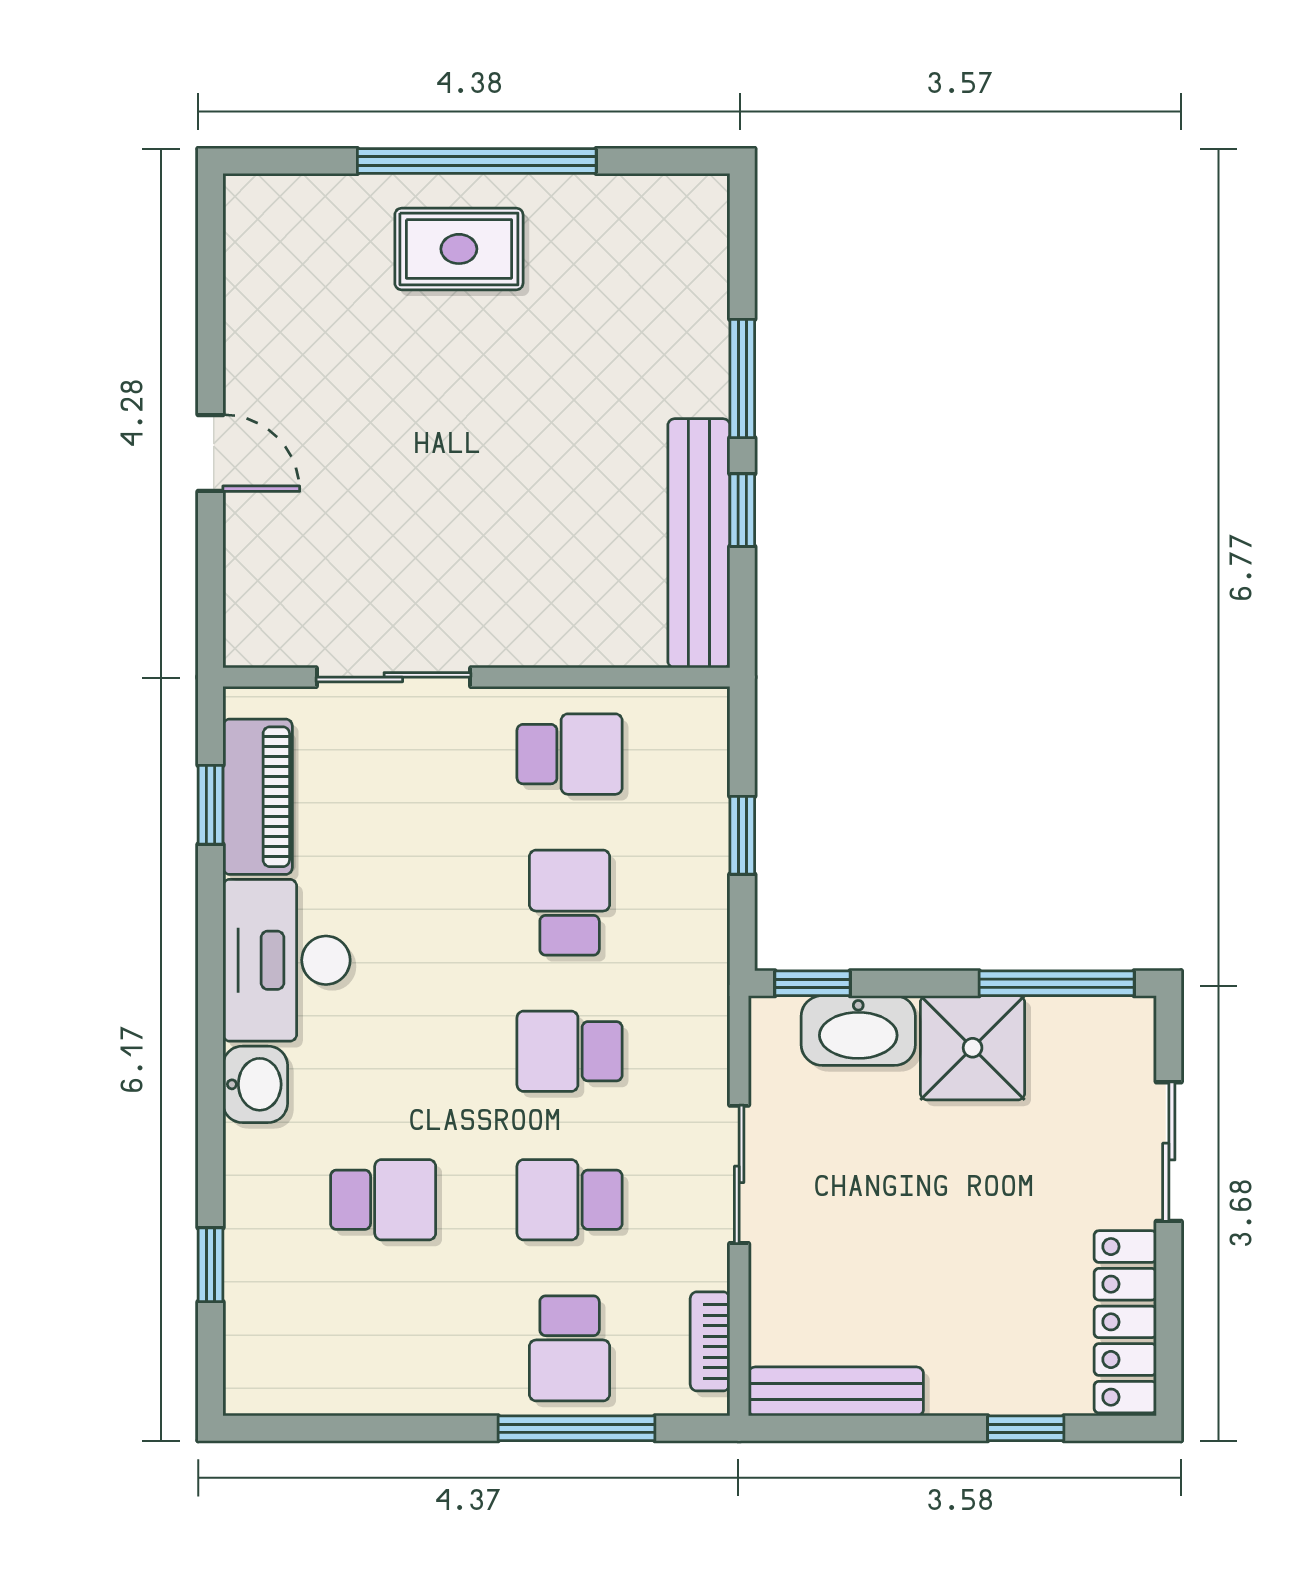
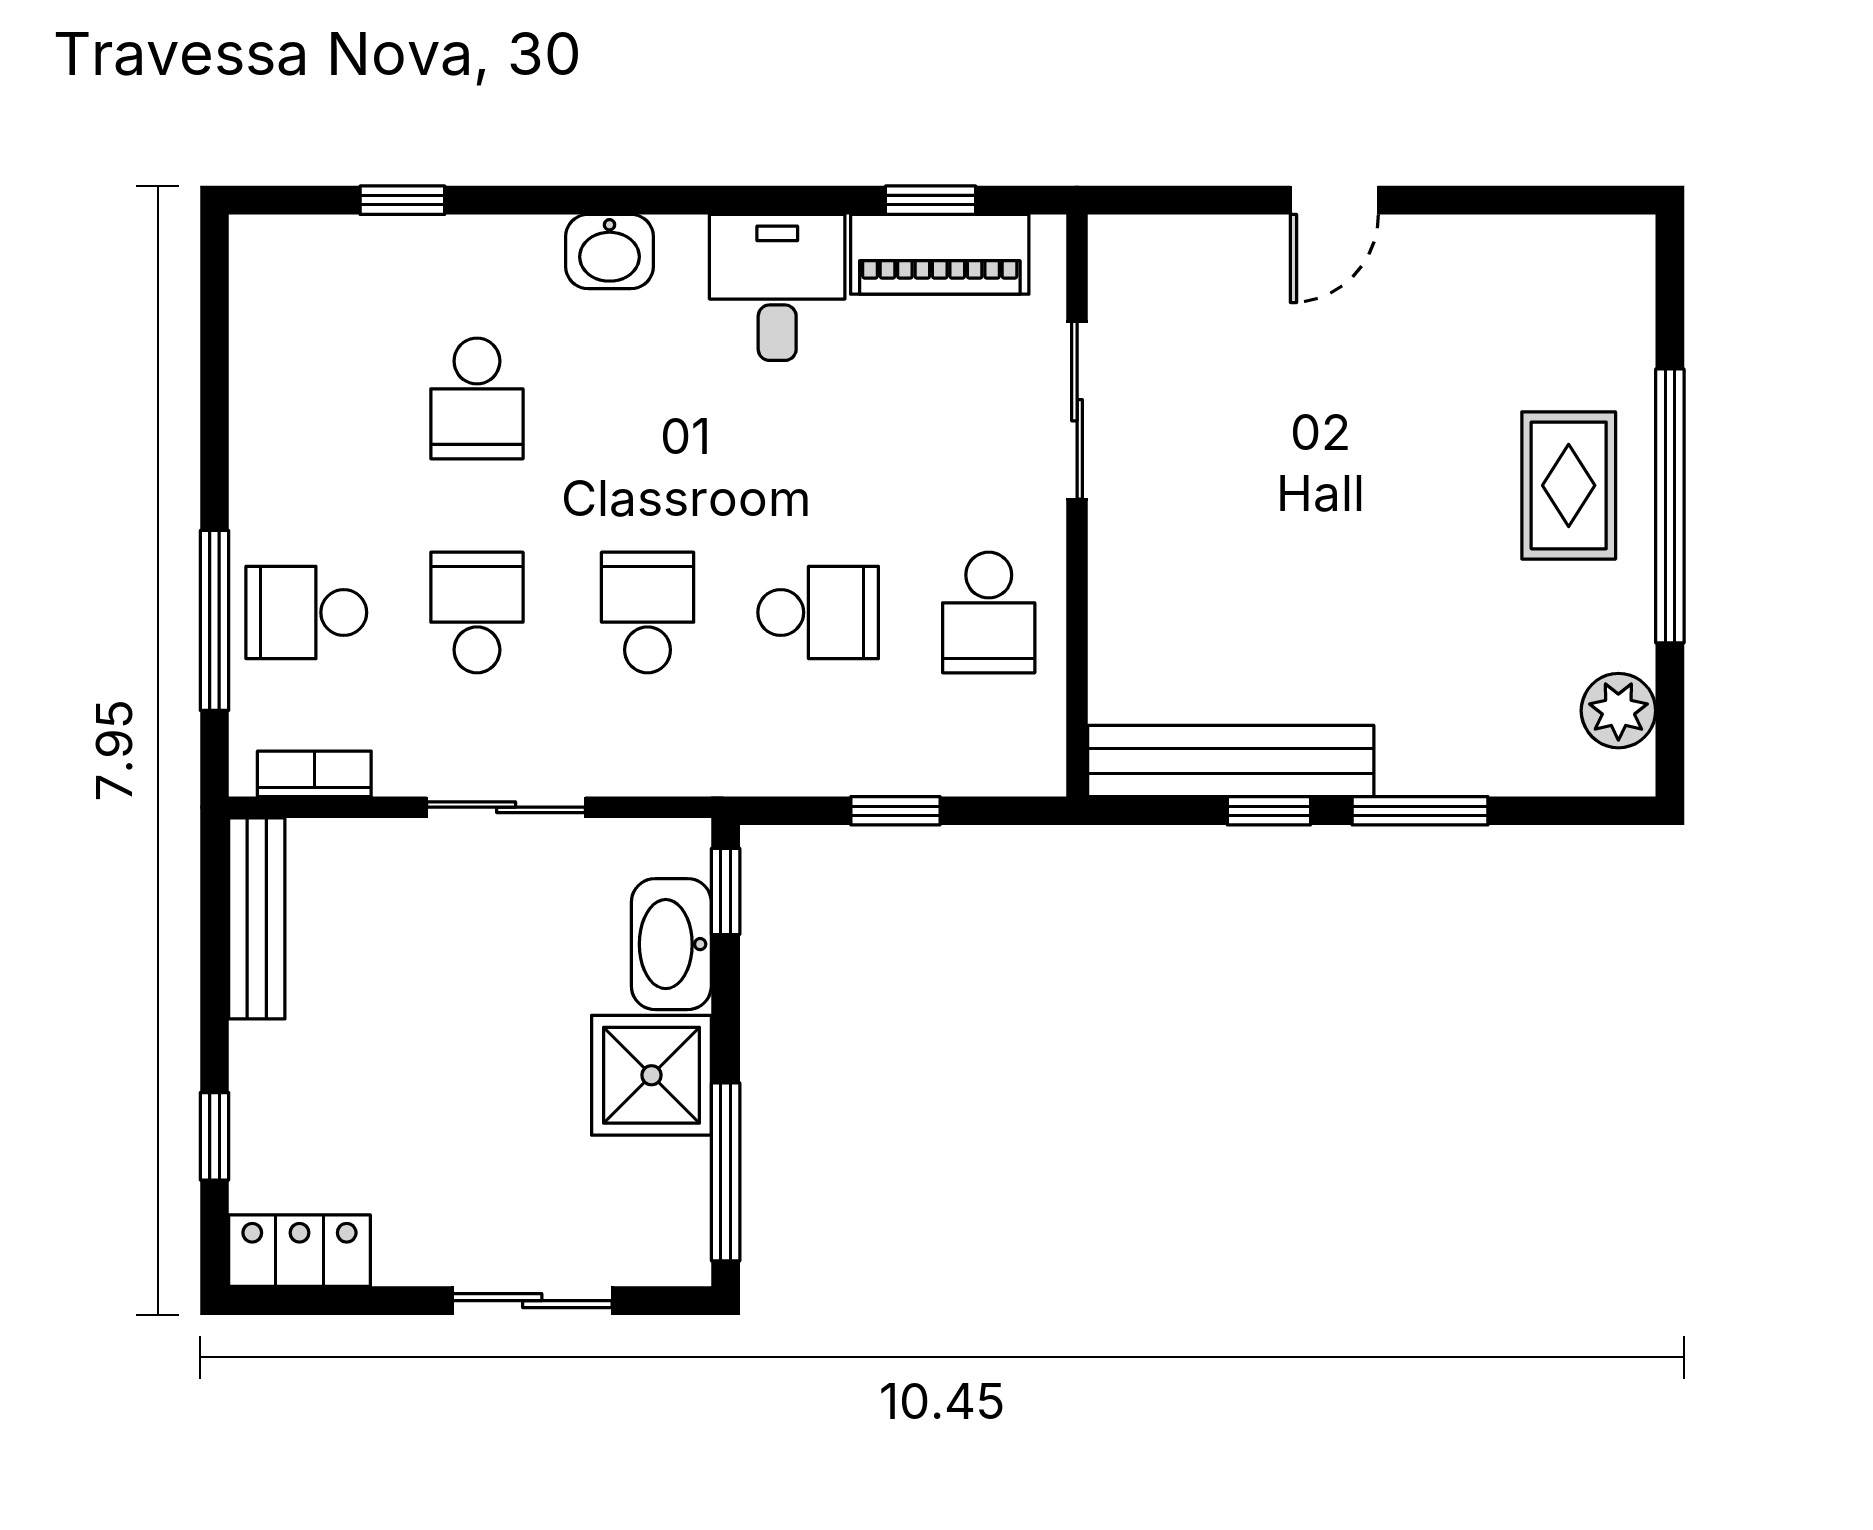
plant: (655, 206) -> (1618, 711), added
desk: (286, 960) -> (777, 287), width x0.73
locker: (1125, 1322) -> (299, 1251), width x0.66

